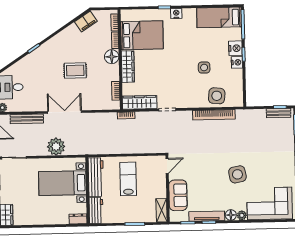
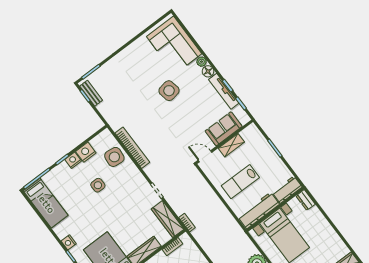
nightstand: (235, 48) -> (86, 152), moved
shelving: (161, 210) -> (231, 145), moved

